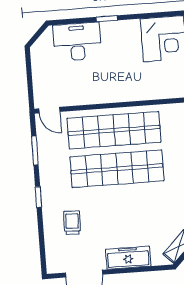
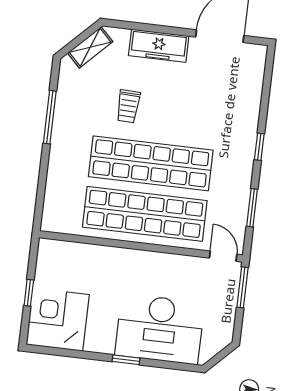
desk: (77, 42) -> (160, 329), width x1.36, depth x1.30
window: (30, 90) -> (243, 287), added
trolley: (72, 223) -> (128, 106), moved

